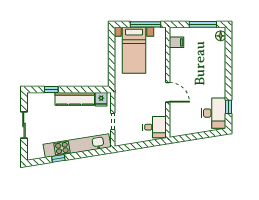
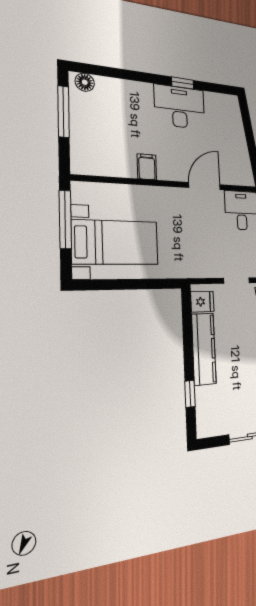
filing cabinet: (177, 42) -> (147, 167), moved
door: (168, 92) -> (204, 186), moved
window: (228, 107) -> (183, 83), moved
desk: (214, 113) -> (180, 107), moved

